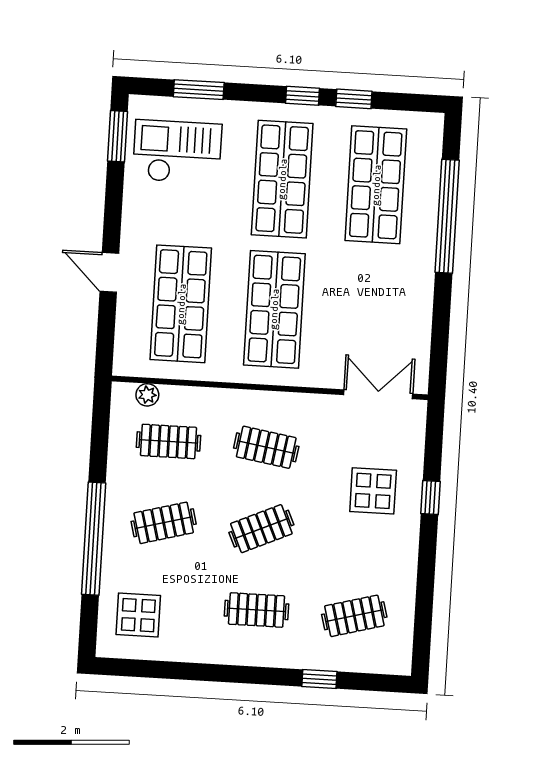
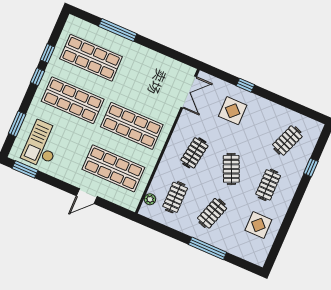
window: (447, 216) -> (118, 30), width x0.68
double door: (378, 394) -> (189, 92), swing flipped
clothes rail: (164, 523) -> (212, 213), turned 33
window: (94, 539) -> (208, 248), width x0.68
display table: (138, 615) -> (258, 225), moved
clothes rail: (354, 616) -> (287, 141), turned 36

